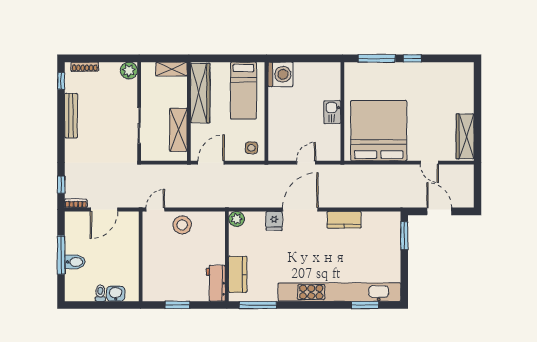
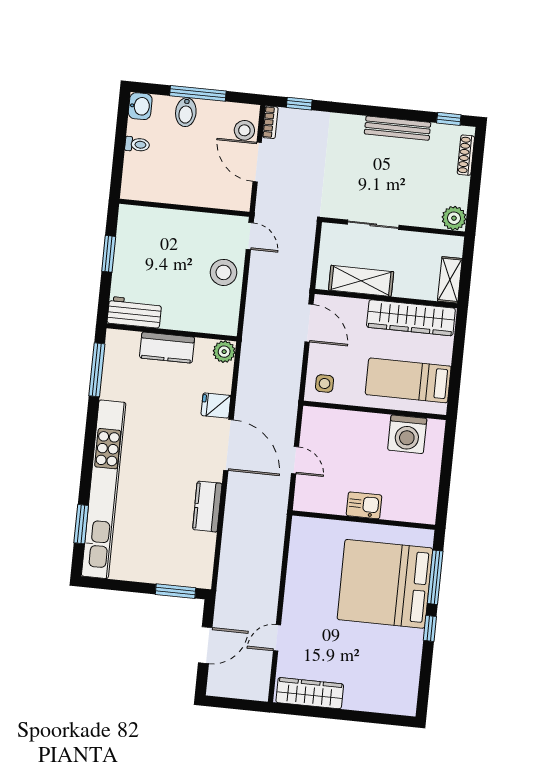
washing machine: (280, 74) -> (407, 434), moved
bed: (379, 131) -> (385, 584), moved, turned 180
stool: (83, 220) -> (244, 130), added
kitchen counter: (238, 274) -> (167, 348), moved
washbasin: (116, 294) -> (140, 106), moved

